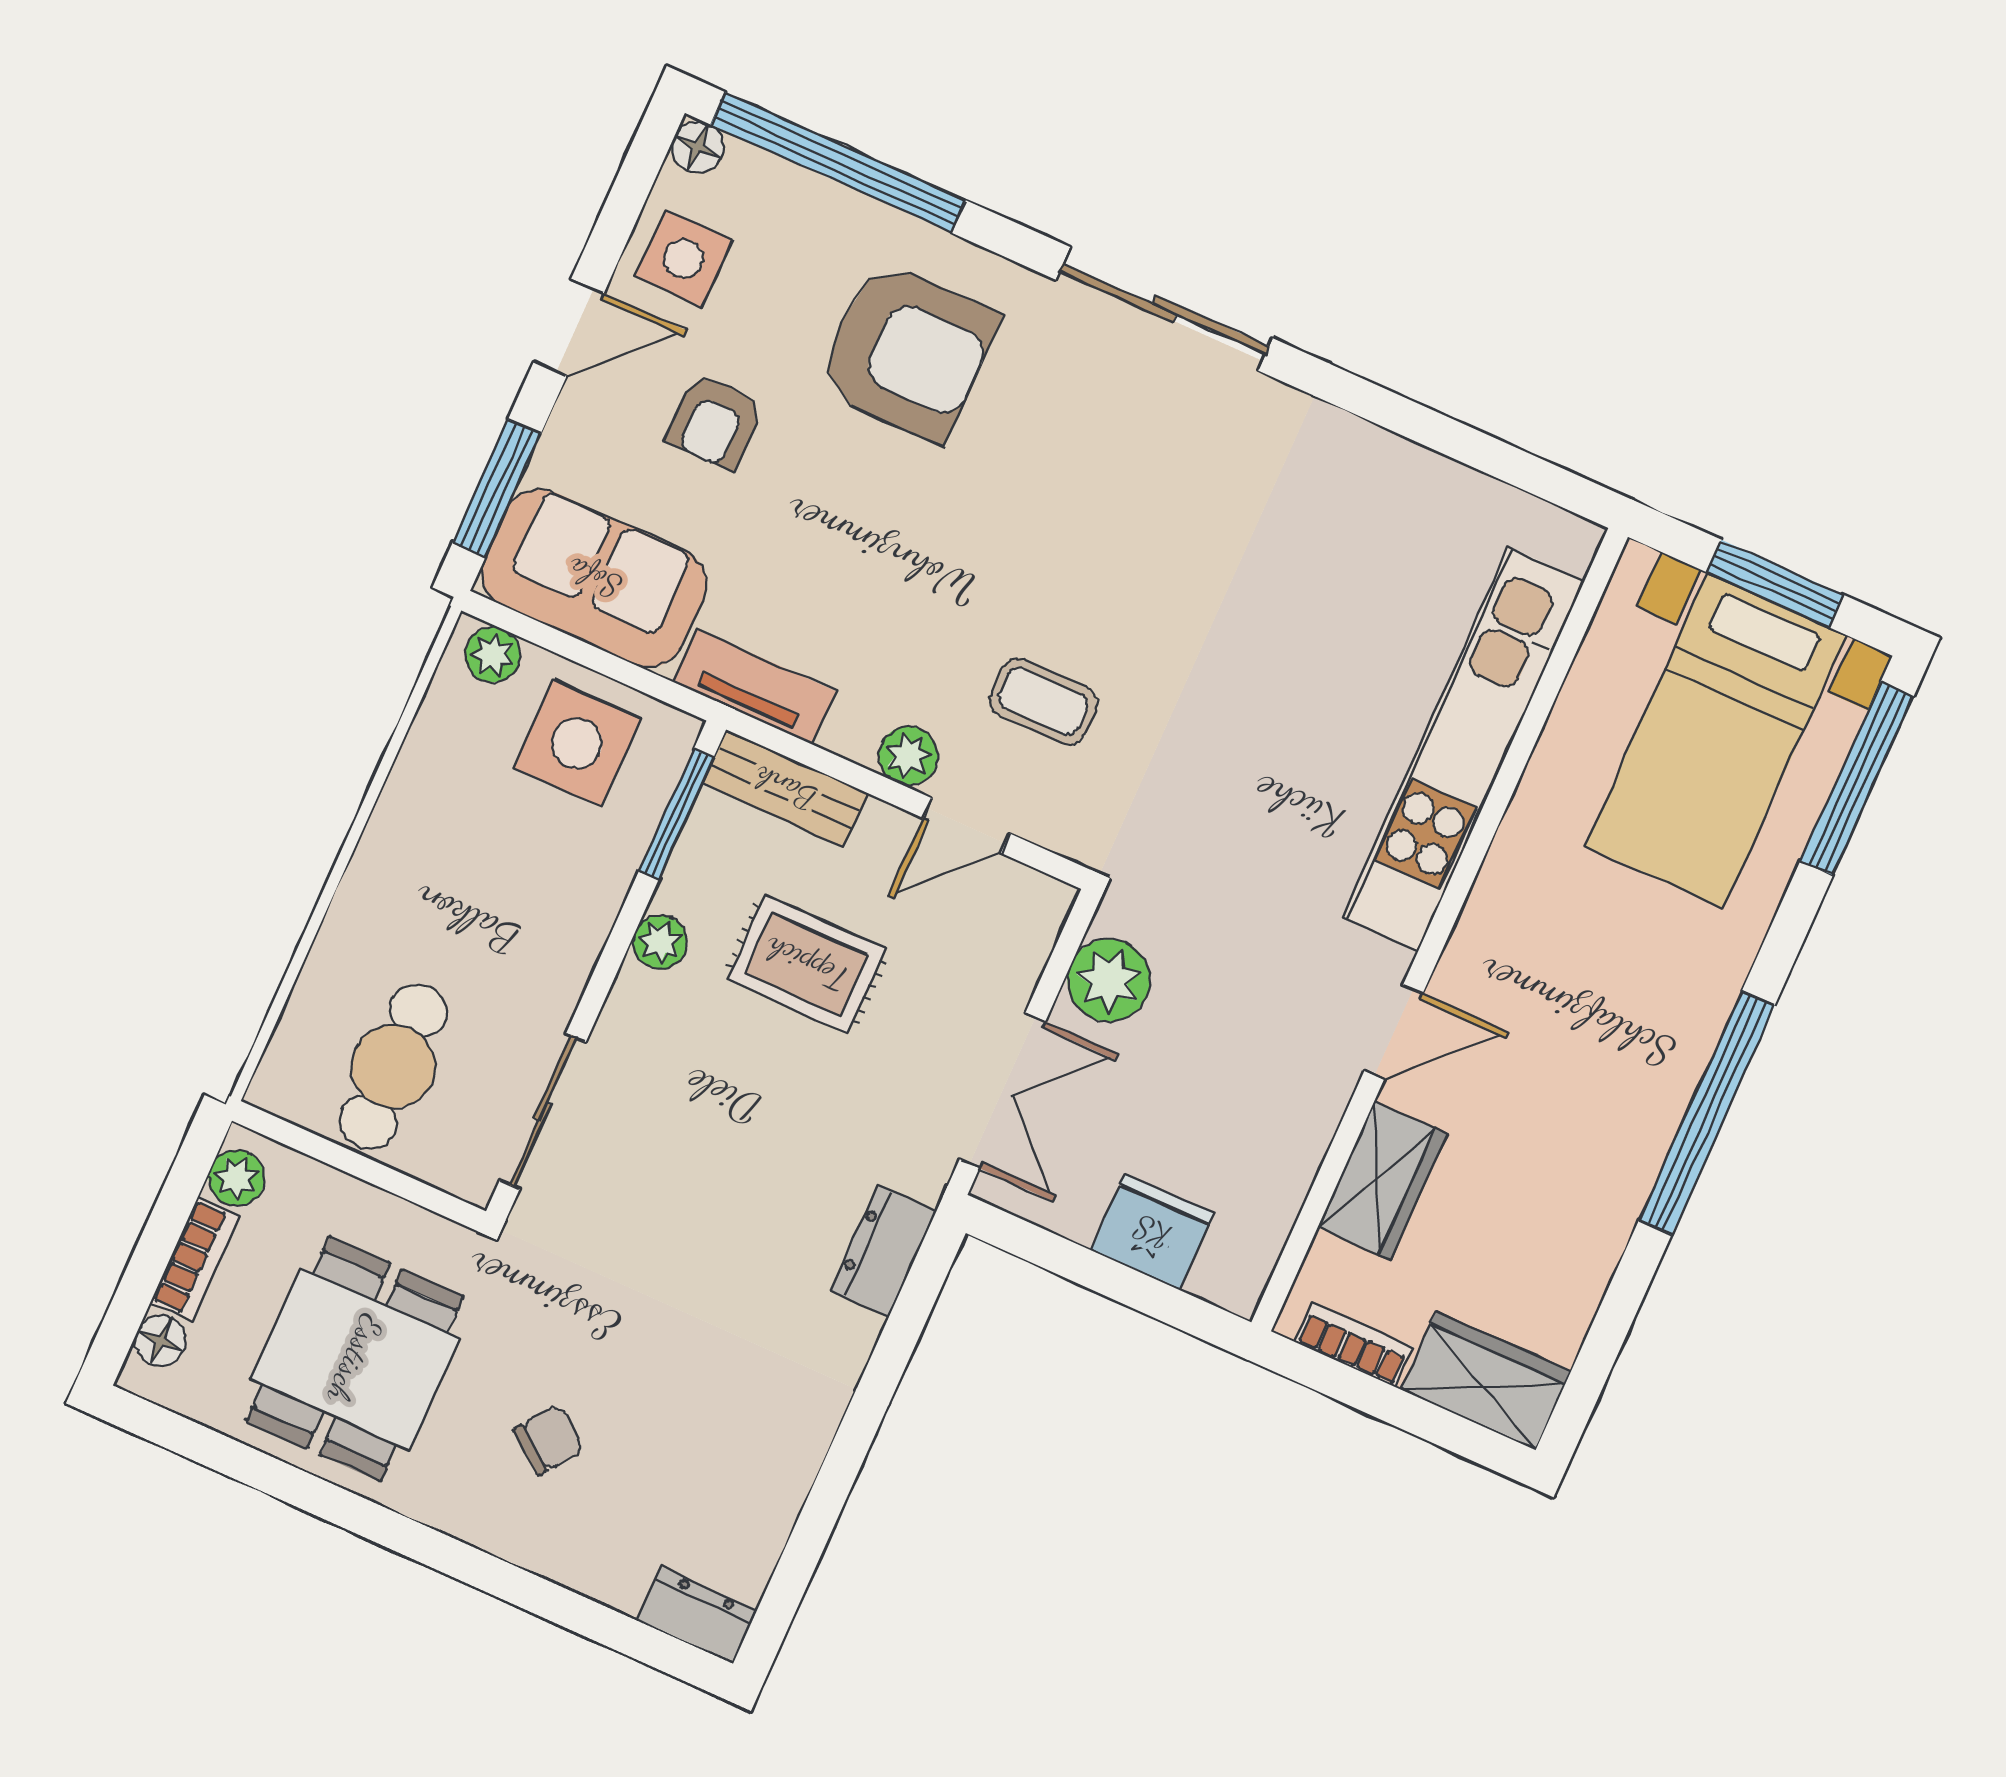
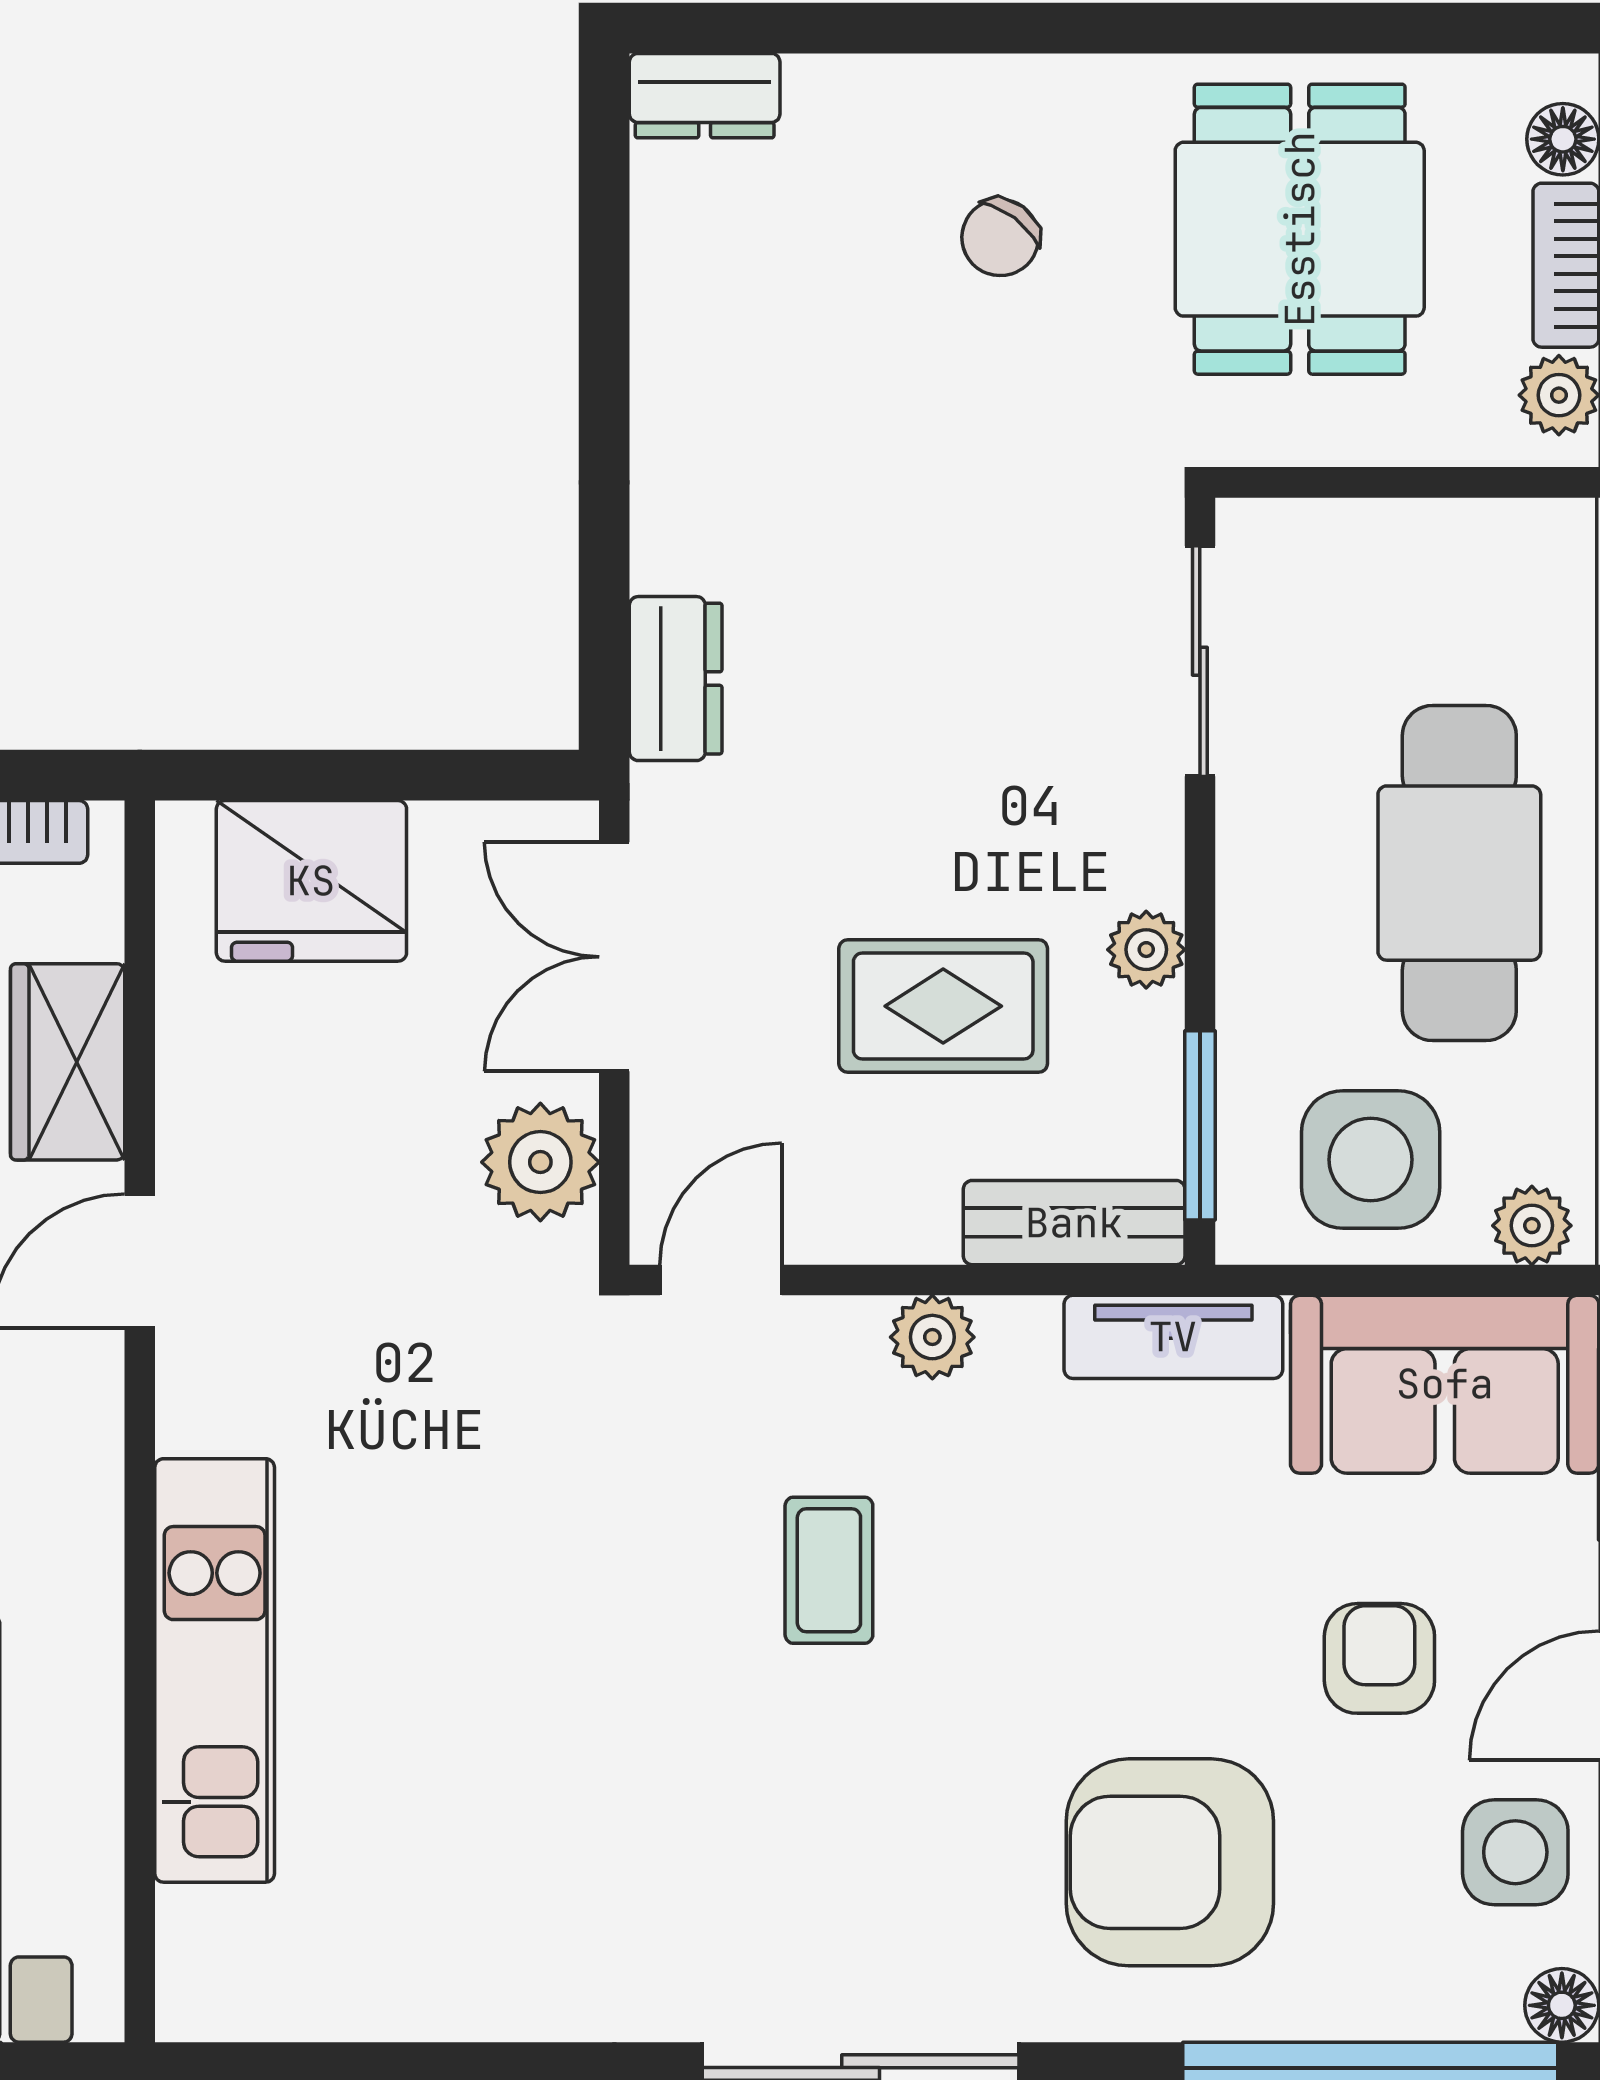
coffee table: (1043, 701) -> (829, 1570), moved, turned 90
kitchen unit: (1463, 749) -> (215, 1670), width x0.73
door: (967, 826) -> (721, 1280), moved
cafe table: (393, 1066) -> (1459, 873), moved, width x1.37, depth x1.35
fridge: (1152, 1232) -> (311, 881), width x1.36, depth x1.34

